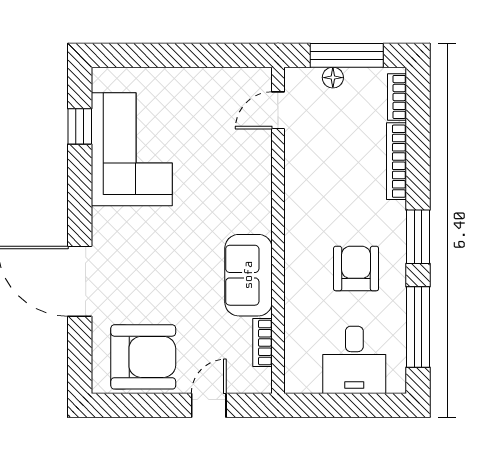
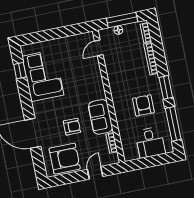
armchair: (176, 285) -> (72, 127), added

